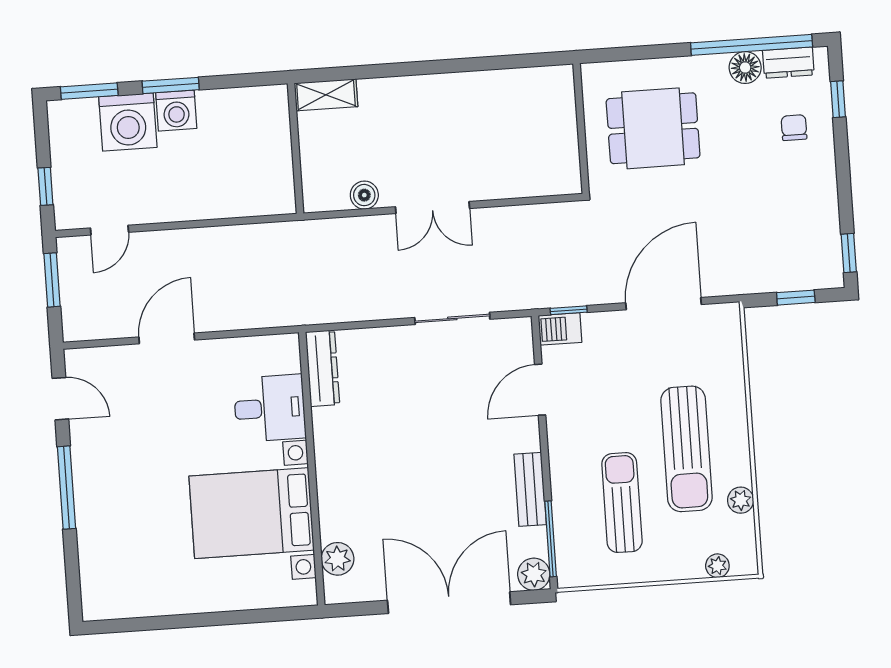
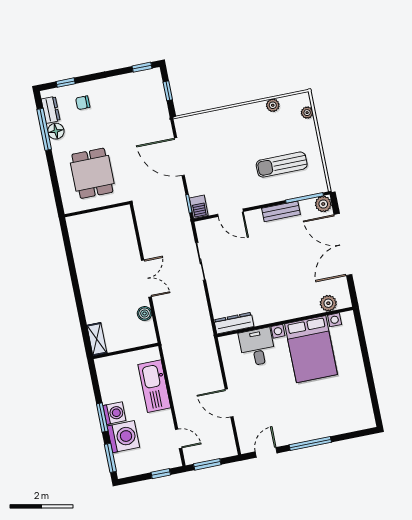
window: (752, 45) -> (44, 129), width x0.68
kitchen sink: (219, 196) -> (154, 386), added
sun lounger: (686, 449) -> (251, 136), removed

